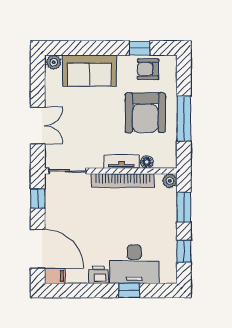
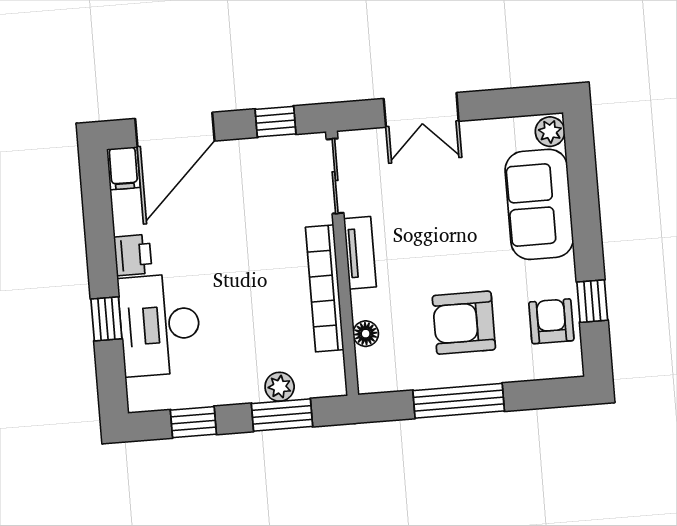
armchair: (145, 113) -> (464, 323), width x0.73, depth x0.73
tv unit: (121, 162) -> (360, 253), moved
plant: (170, 181) -> (280, 387), moved

